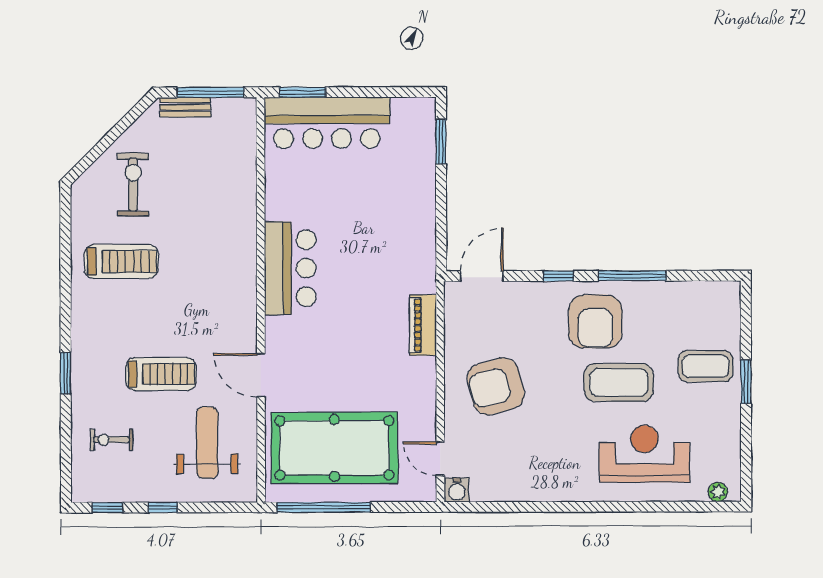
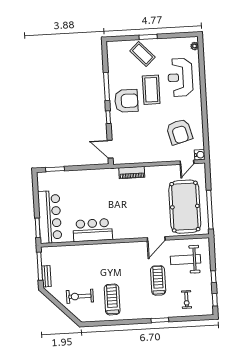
bar counter: (290, 268) -> (93, 230), moved
coffee table: (706, 366) -> (142, 54), turned -43
armchair: (496, 386) -> (179, 132), moved

